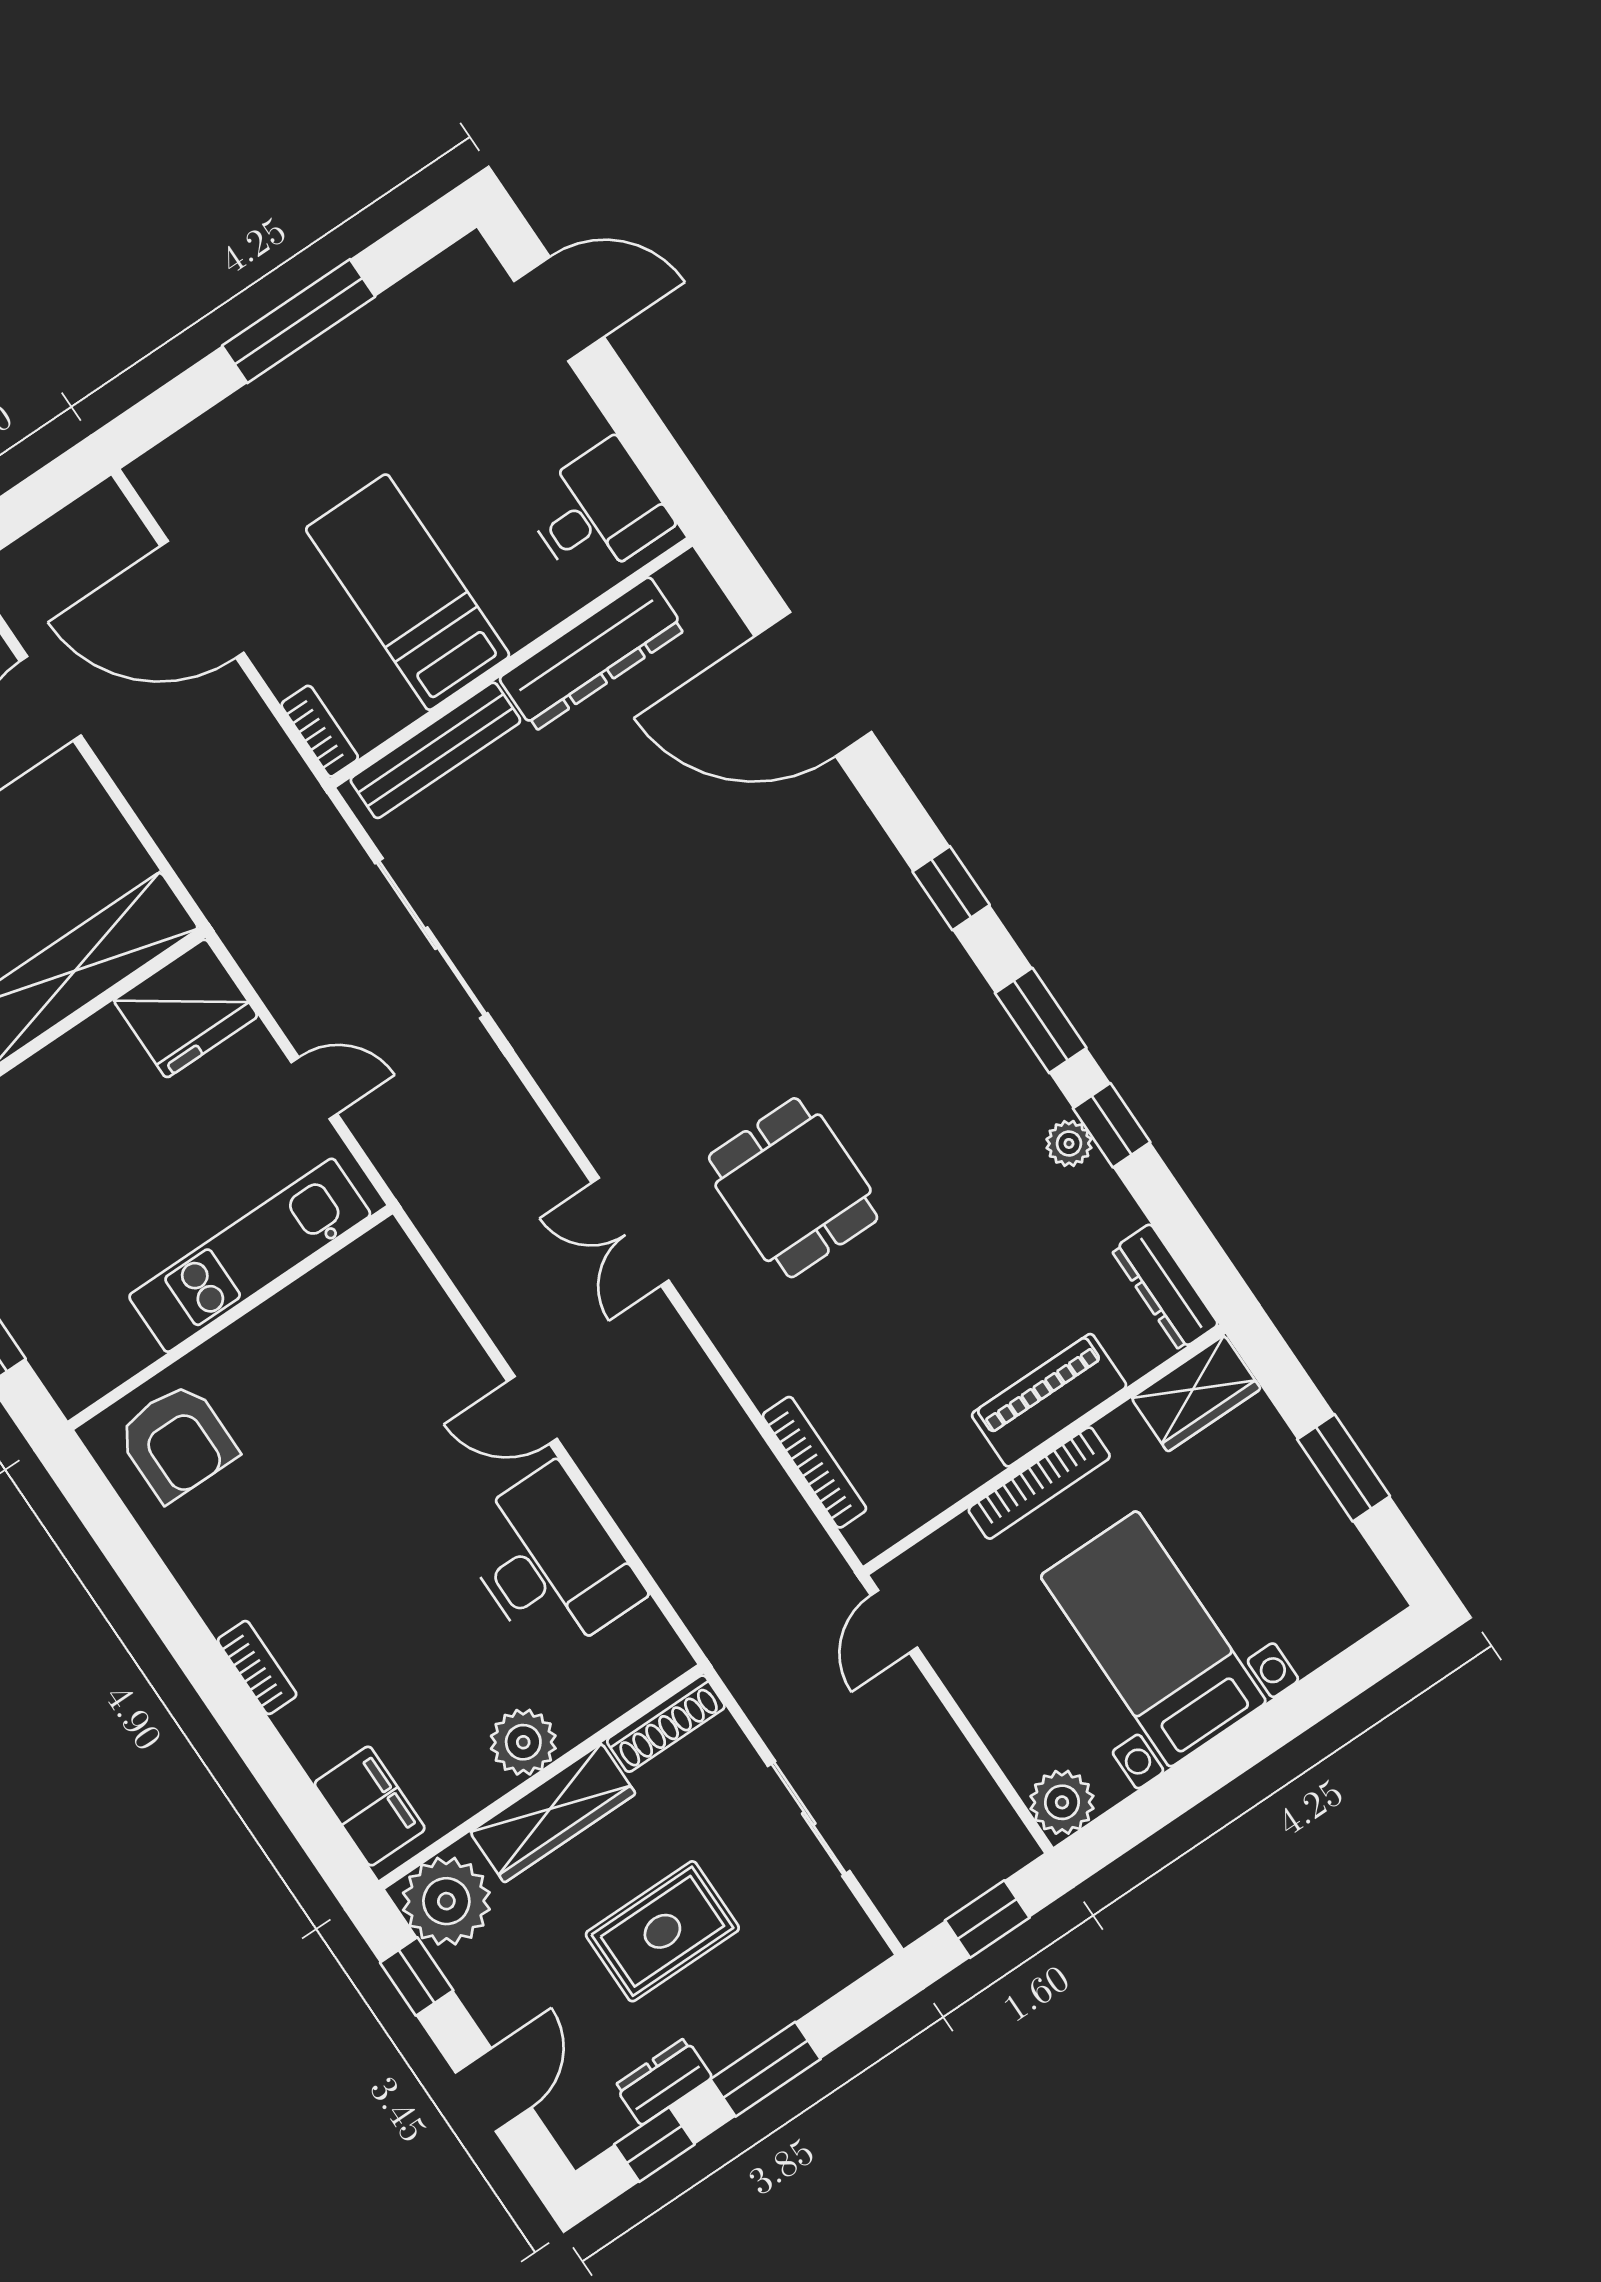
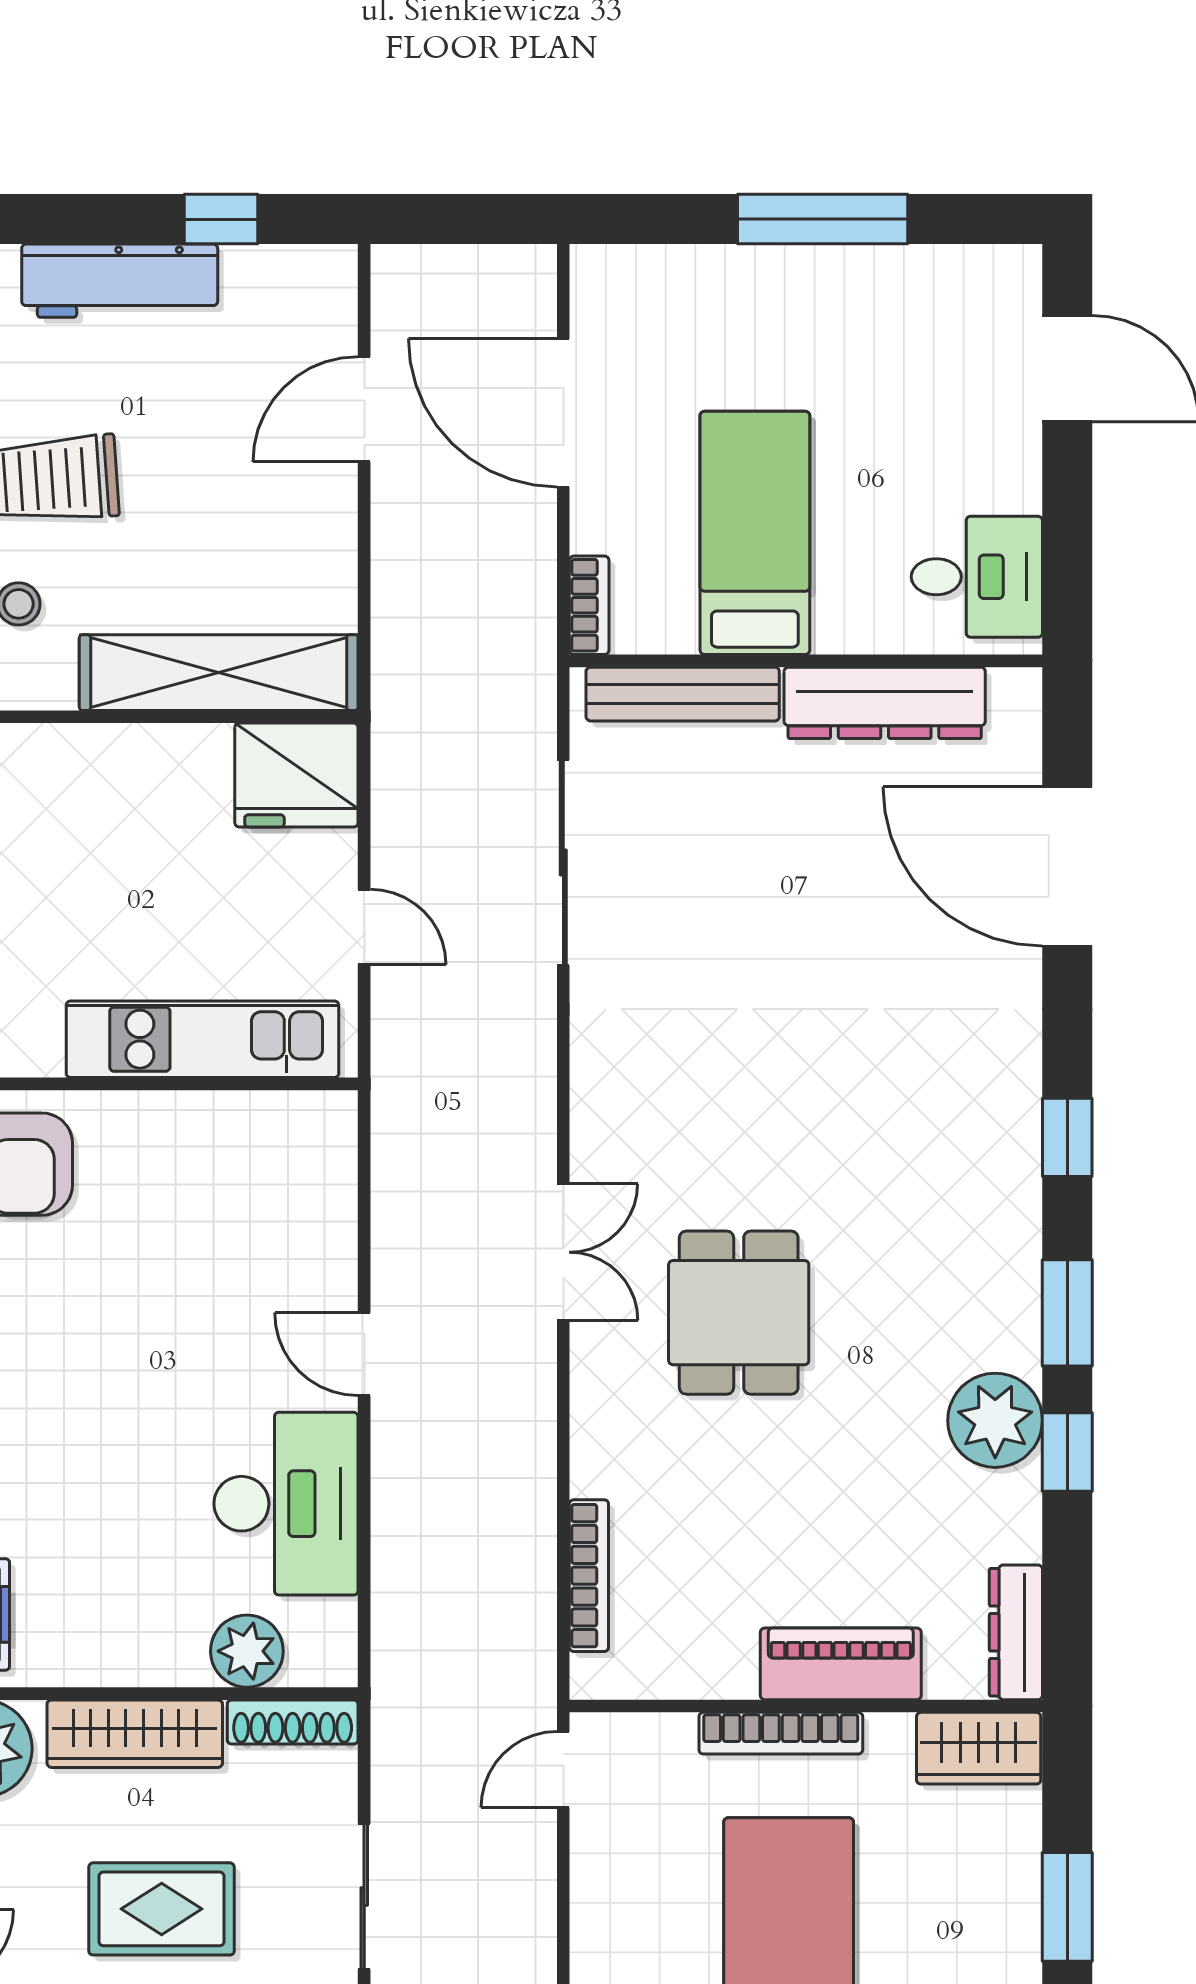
plant: (1069, 1143) -> (995, 1420), width x1.88, depth x1.88
double door: (630, 1232) -> (563, 1252), swing flipped
plant: (523, 1742) -> (247, 1651), moved

